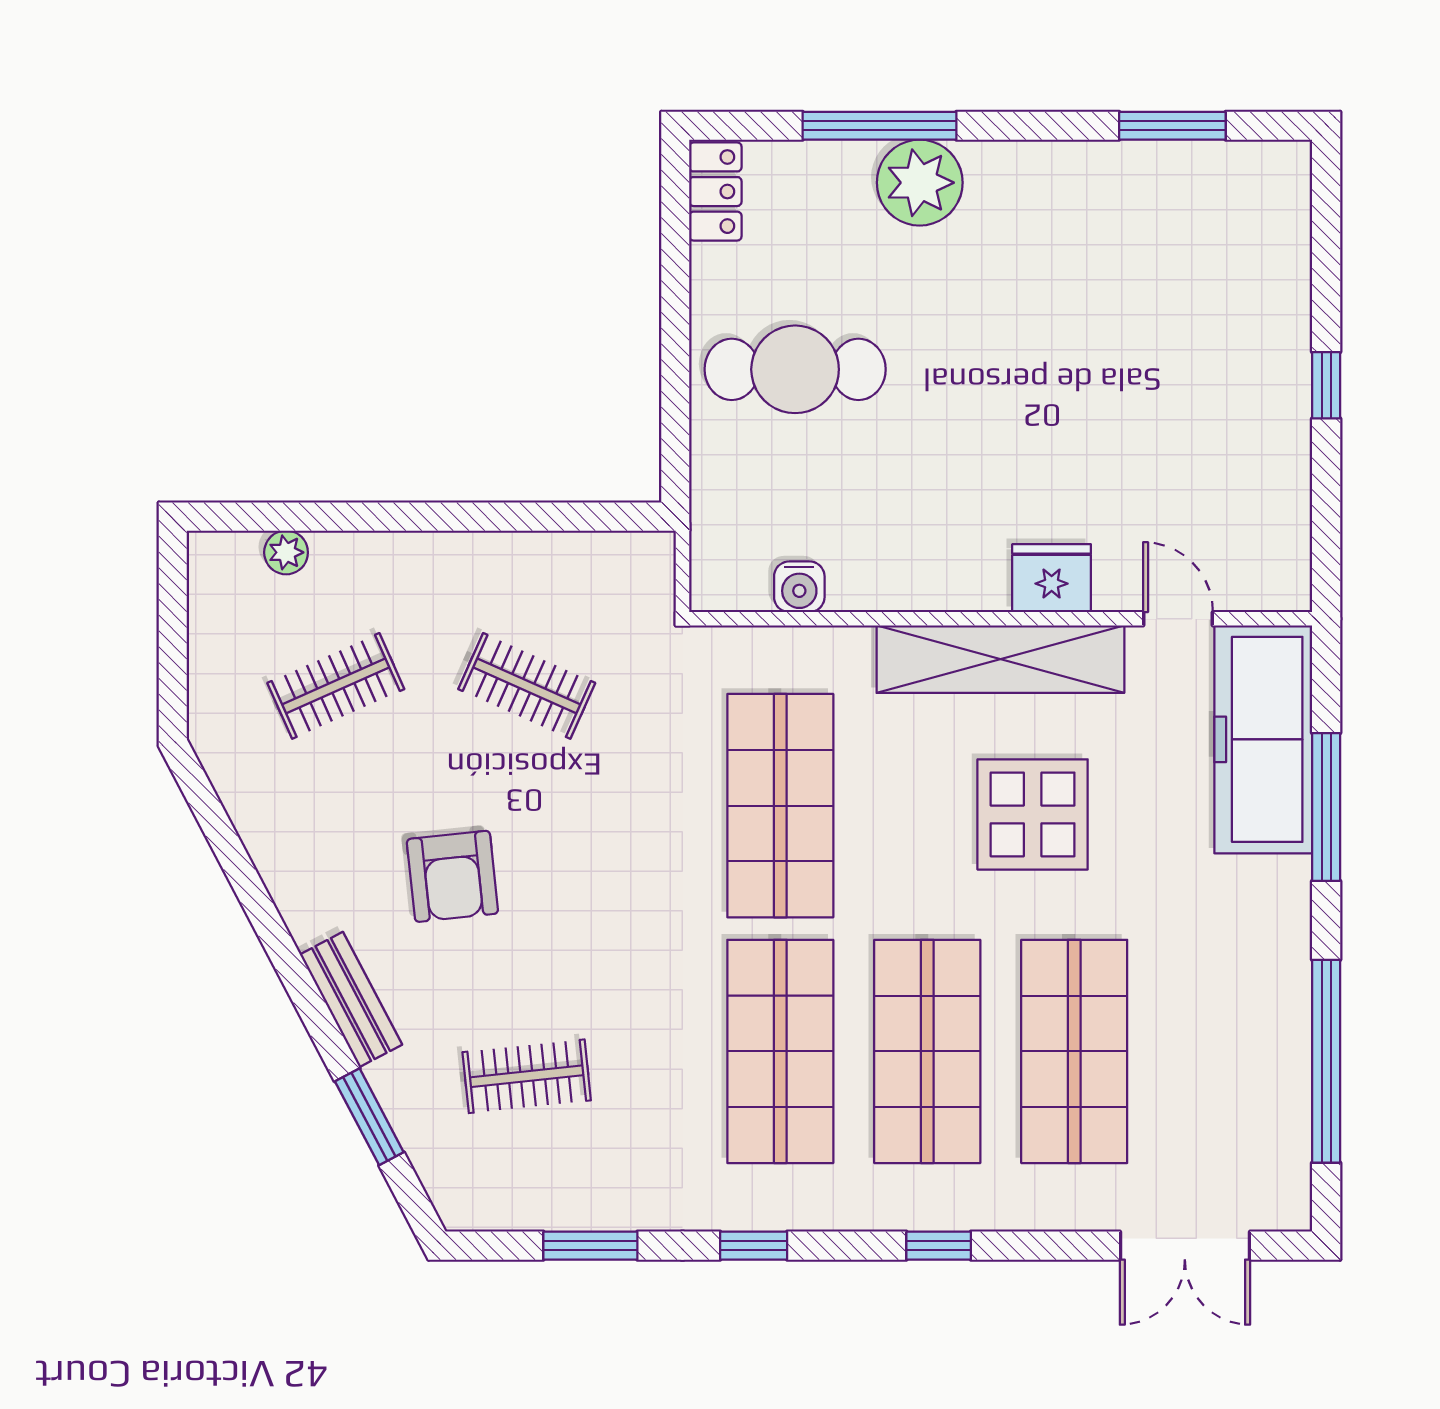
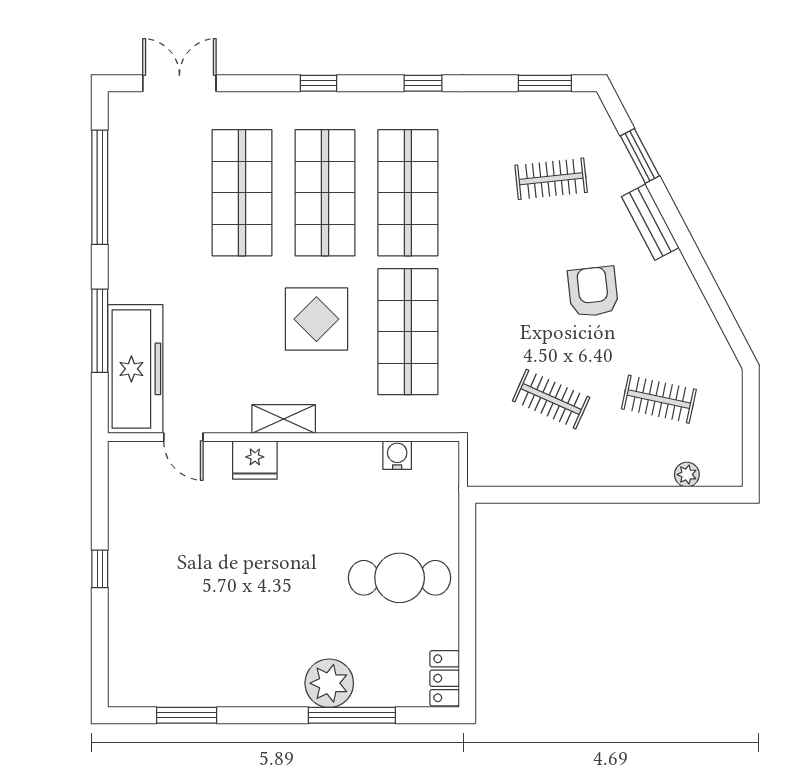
shelving: (1000, 659) -> (284, 419), width x0.45, depth x0.75
clothes rail: (336, 686) -> (659, 399), turned 36
display table: (1033, 814) -> (316, 319), moved
window: (590, 1246) -> (545, 83), moved

